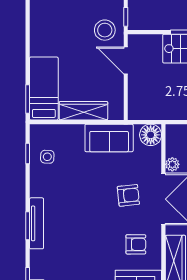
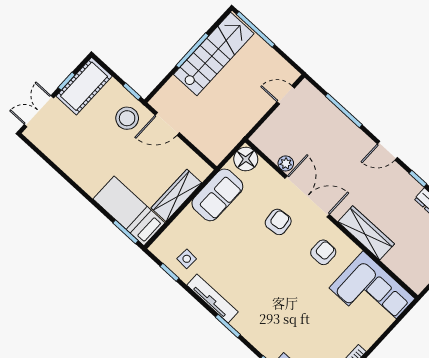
tv unit: (37, 223) -> (212, 299), moved

